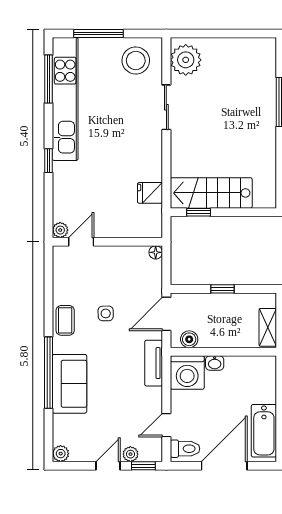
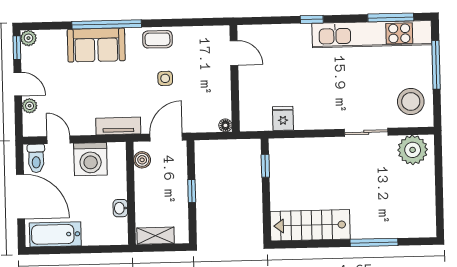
stairs: (211, 193) -> (310, 225), moved, turned -90
plant: (60, 230) -> (245, 32), removed
door: (166, 314) -> (166, 137), hinge flipped
washbasin: (215, 363) -> (120, 208), moved
washing machine: (187, 373) -> (90, 159), moved, turned -90
window: (143, 466) -> (17, 48), moved

